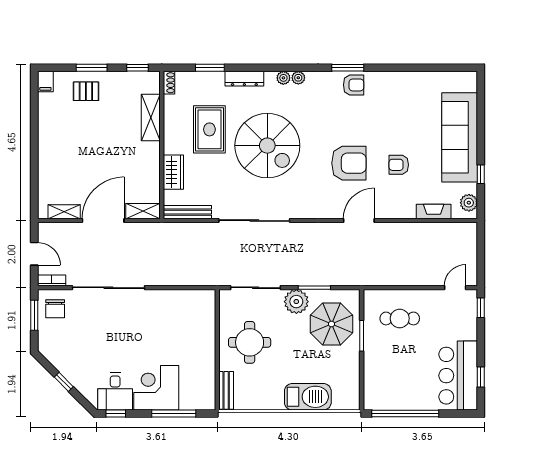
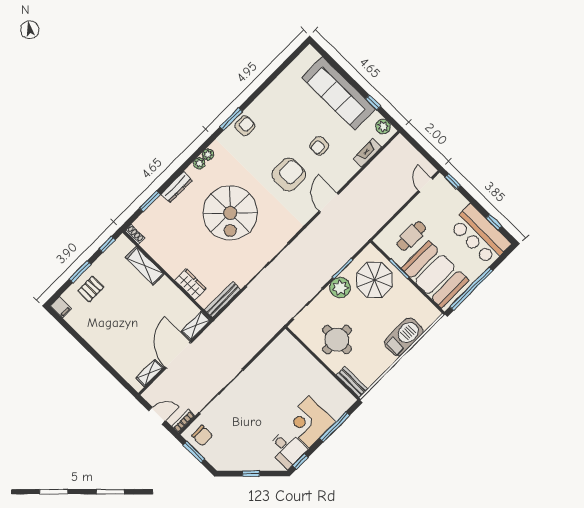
rug: (209, 129) -> (186, 238), removed
spiral stairs: (267, 146) -> (230, 213), turned 90
booth: (387, 371) -> (435, 274), added

